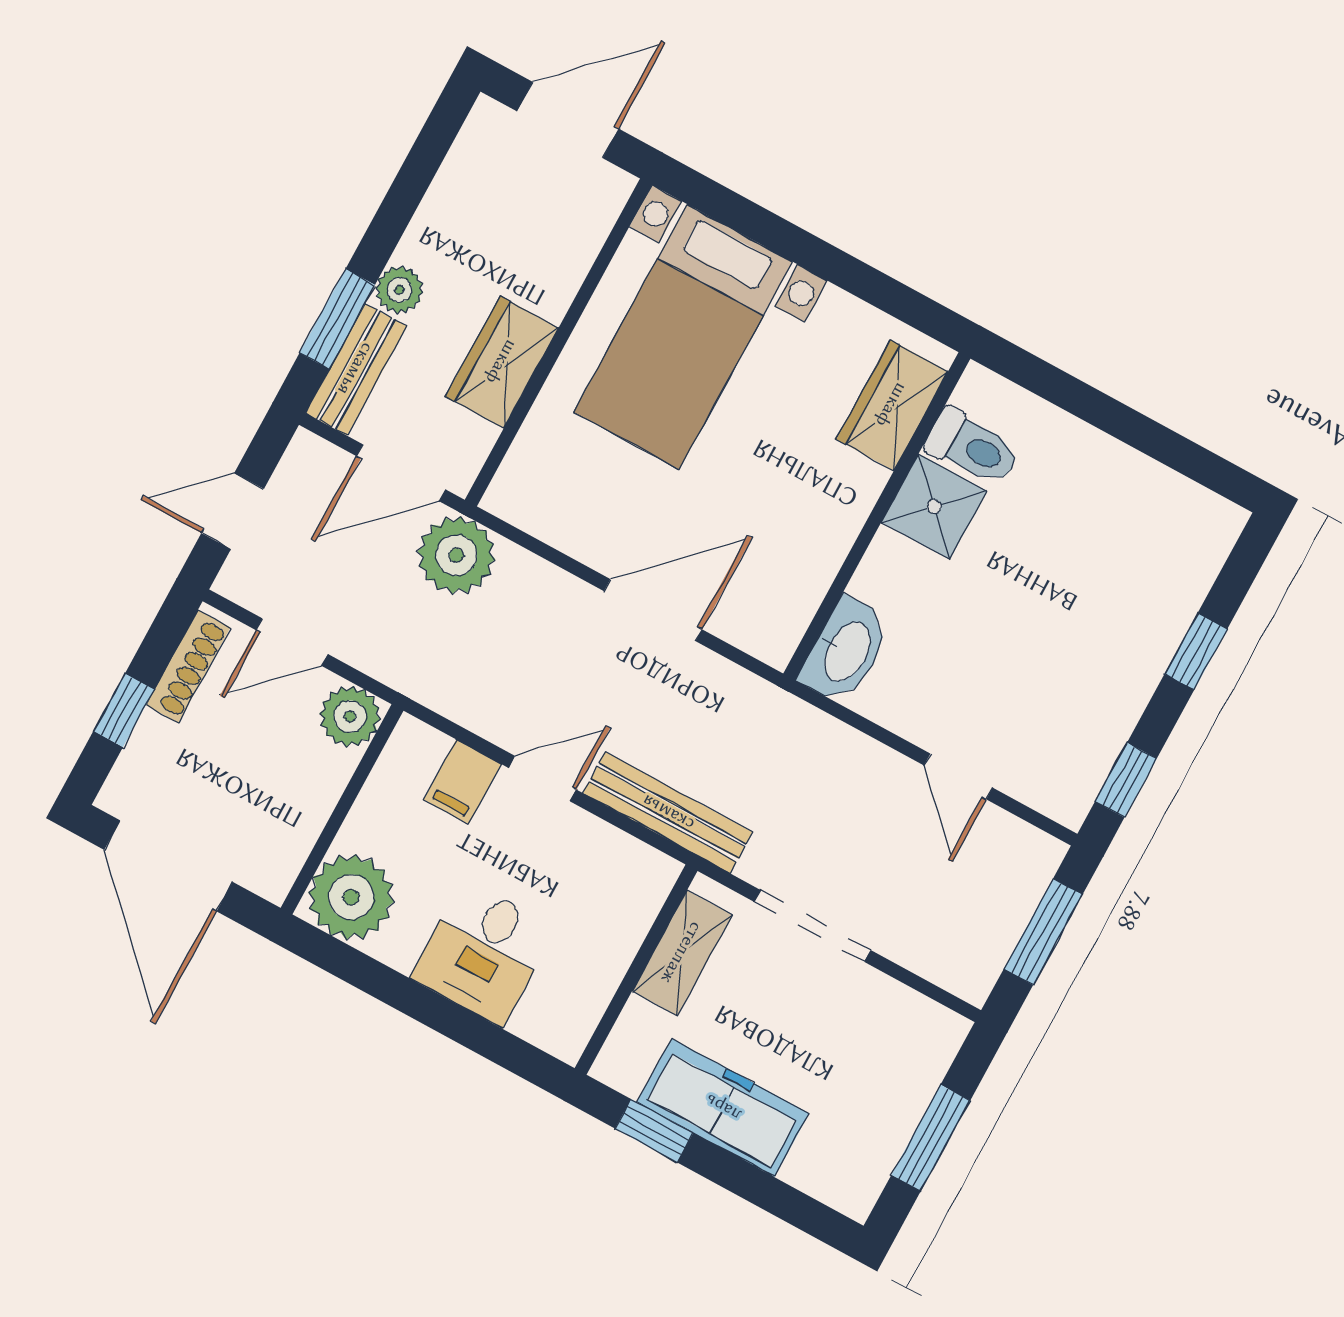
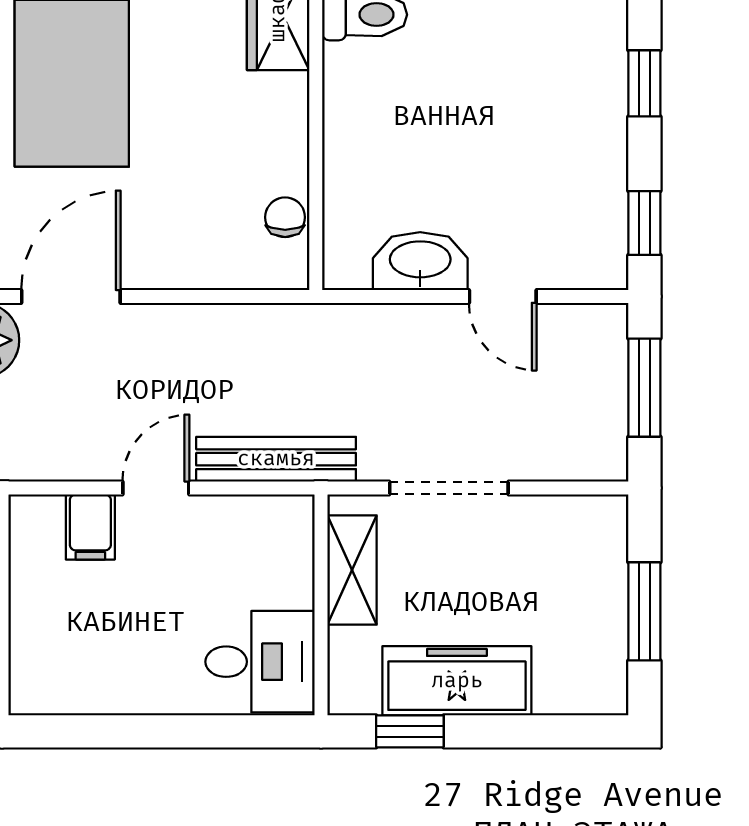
shower: (934, 507) -> (359, 82), removed
chair: (798, 594) -> (285, 217), added
door: (653, 610) -> (71, 296), moved
washbasin: (846, 651) -> (420, 261), moved, turned -90
plant: (351, 897) -> (50, 674), removed
desk: (483, 953) -> (260, 662), moved, turned -90

